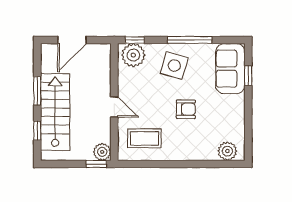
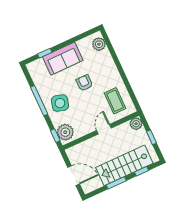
sofa: (230, 69) -> (63, 59), moved
window: (96, 164) -> (152, 137), moved

